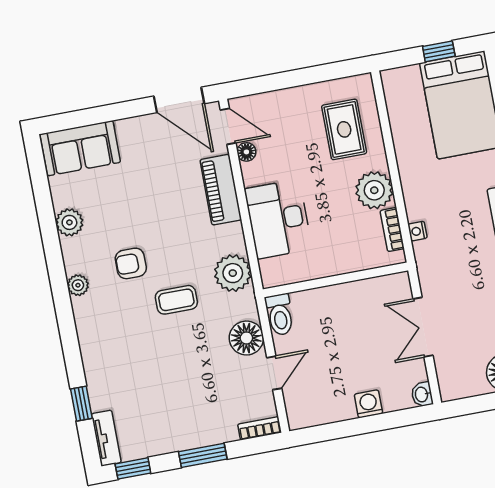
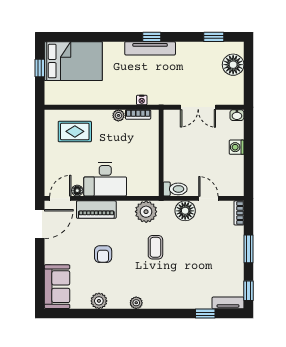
plant: (374, 190) -> (118, 115), width x0.53, depth x0.53
desk: (278, 219) -> (105, 179), moved
armchair: (131, 263) -> (103, 254), moved

